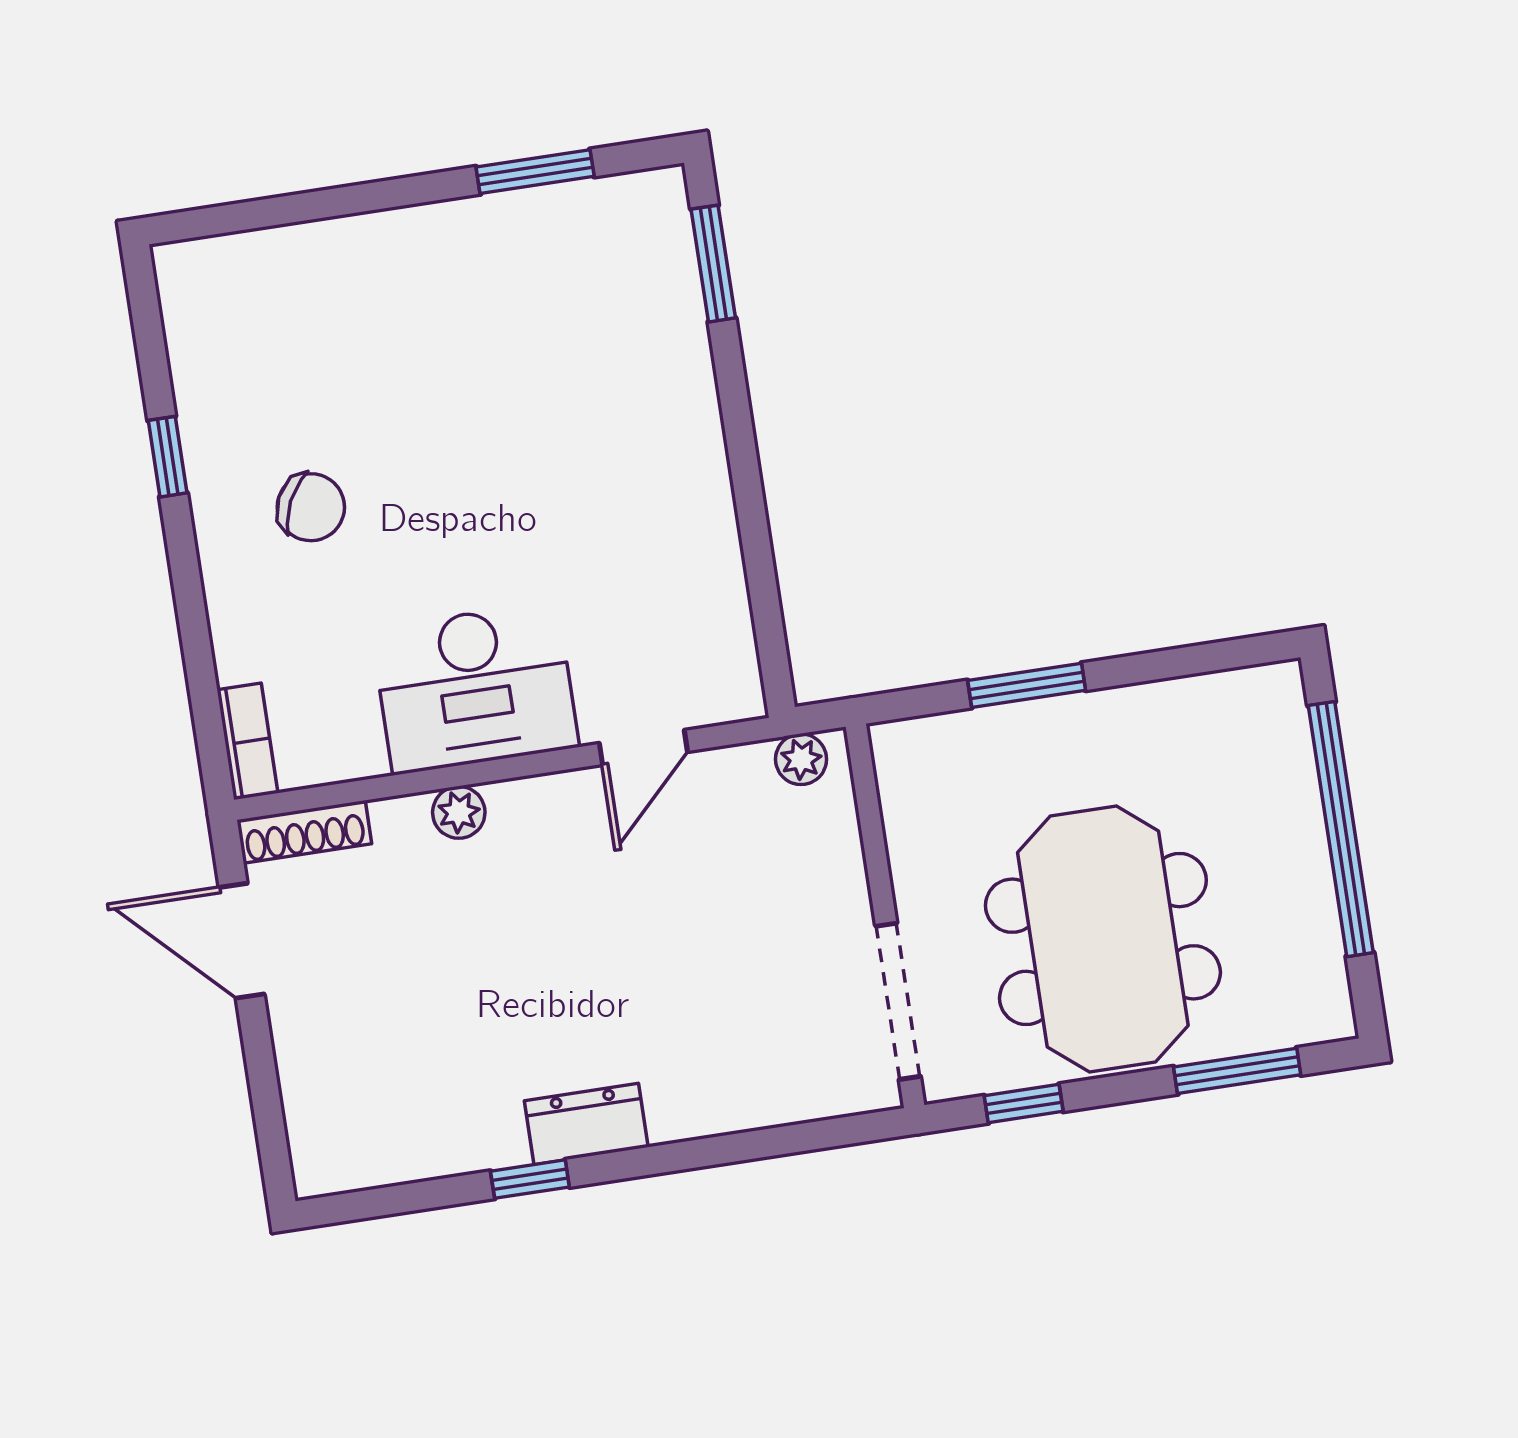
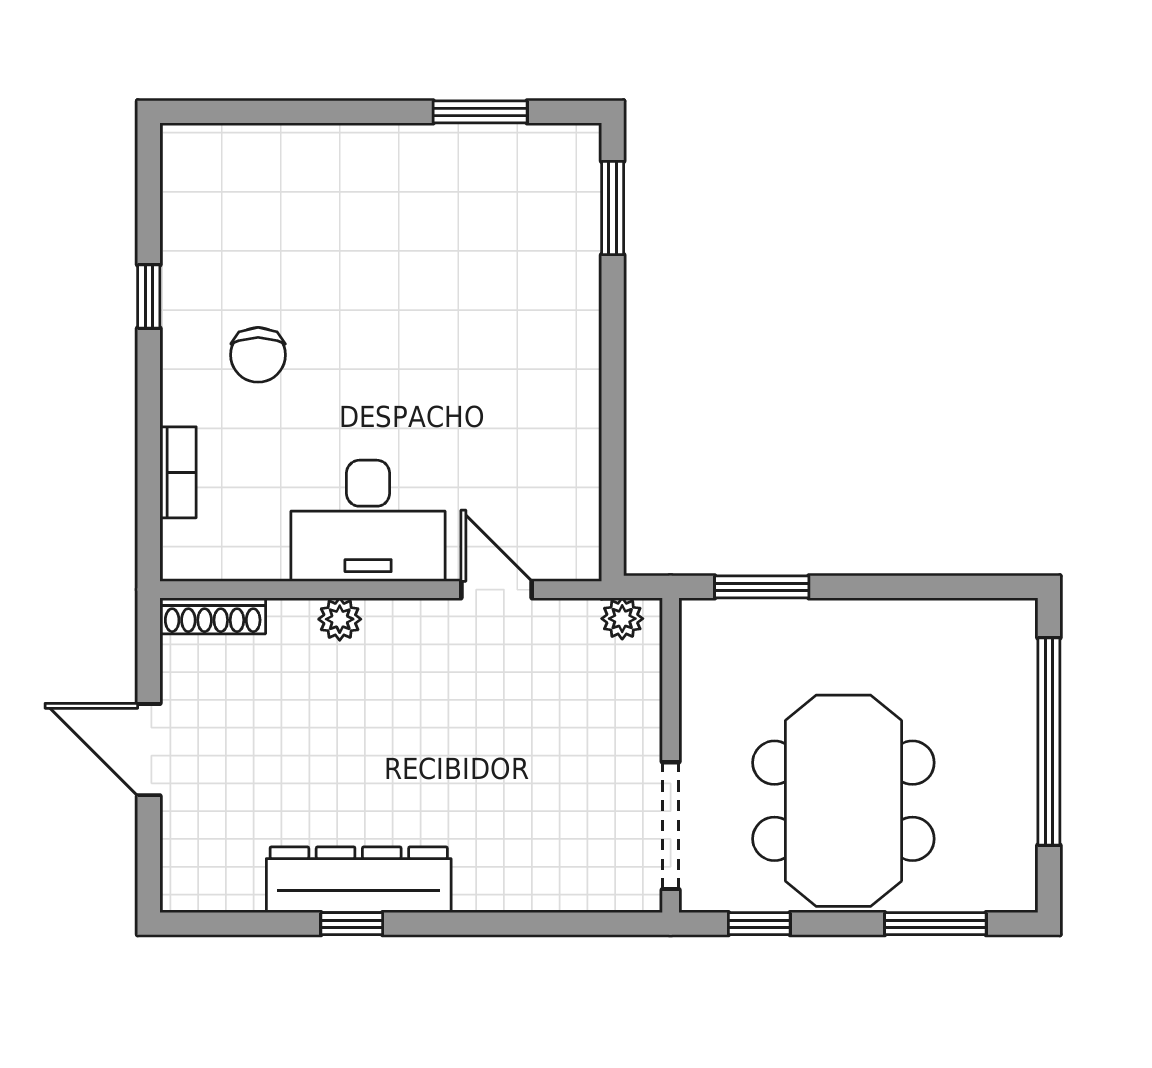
chair: (311, 507) -> (258, 355), turned 64
window: (1027, 685) -> (762, 587), moved
bookcase: (247, 741) -> (178, 472), moved
door: (643, 747) -> (497, 590), swing flipped
door: (242, 941) -> (149, 750), moved
dresser: (586, 1124) -> (359, 880), width x1.96, depth x1.24

